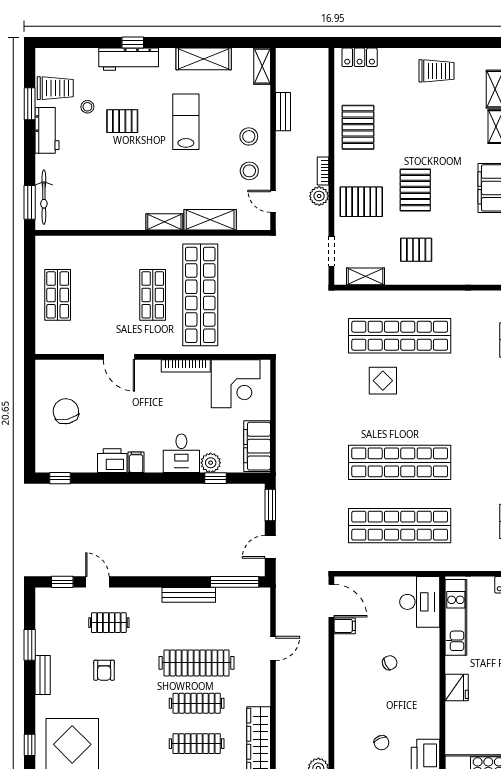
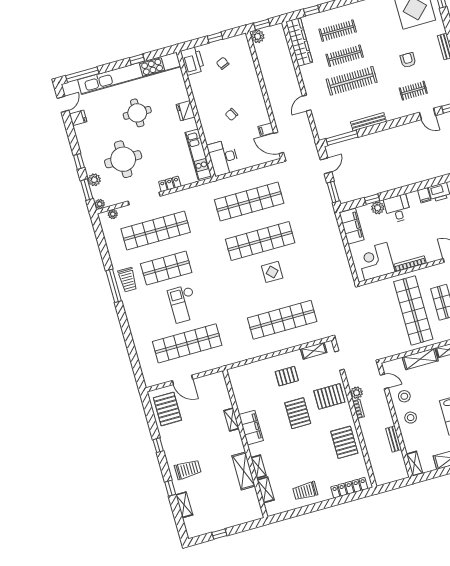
locker: (360, 57) -> (349, 488), width x1.53
display table: (383, 381) -> (272, 272), moved

